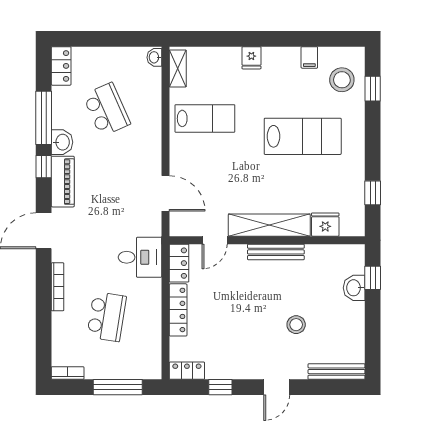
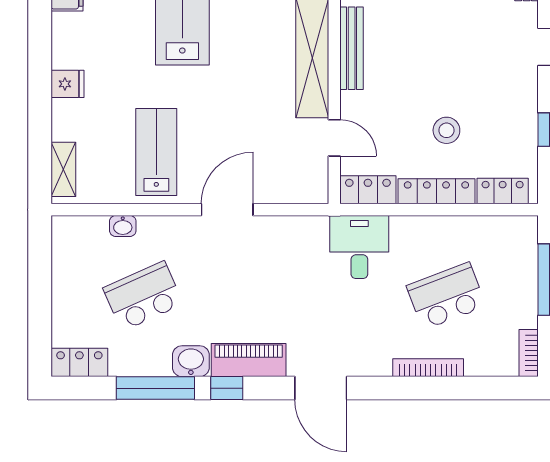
washbasin: (154, 57) -> (123, 226), moved
shelving: (178, 68) -> (63, 169), moved, turned 90
door: (166, 193) -> (227, 210), moved
bookcase: (58, 287) -> (428, 368), moved
school desk: (107, 317) -> (446, 296), turned -30
stool: (296, 325) -> (446, 130), moved
locker: (187, 371) -> (503, 191), moved, turned 90

